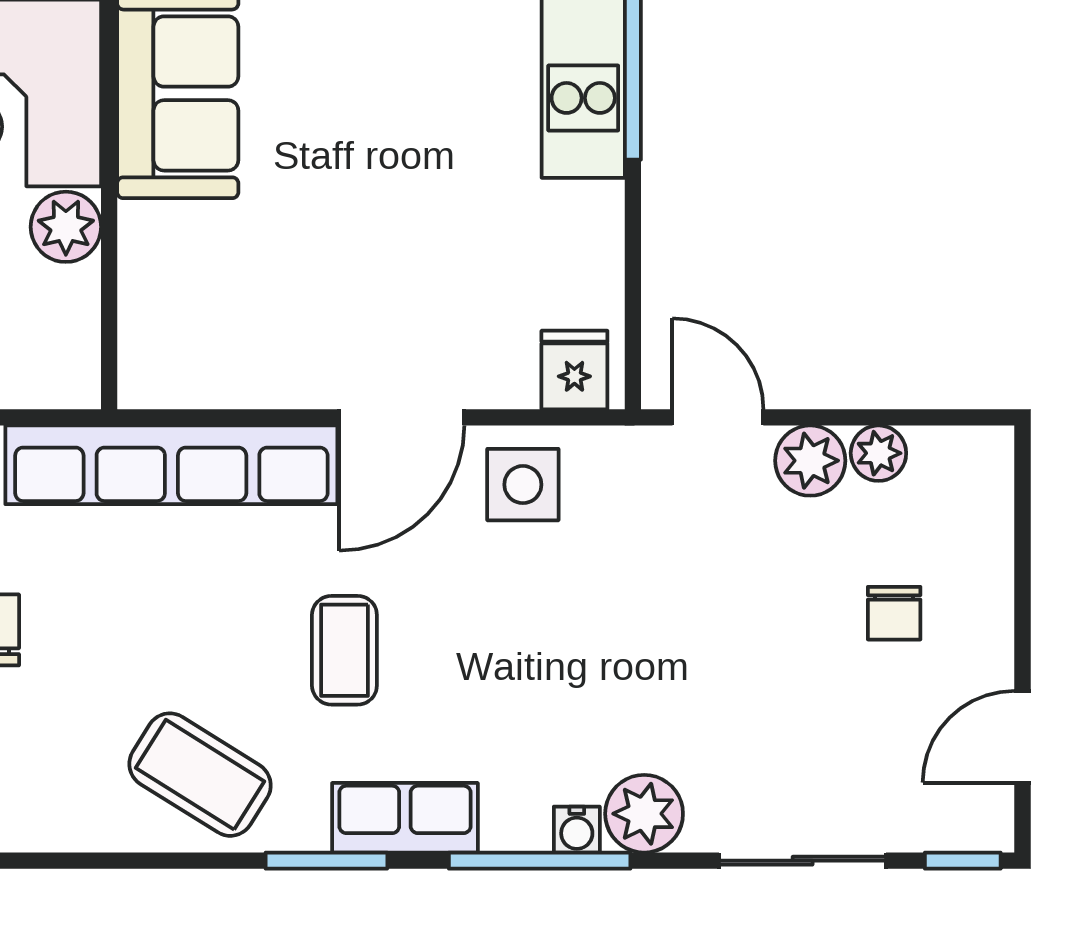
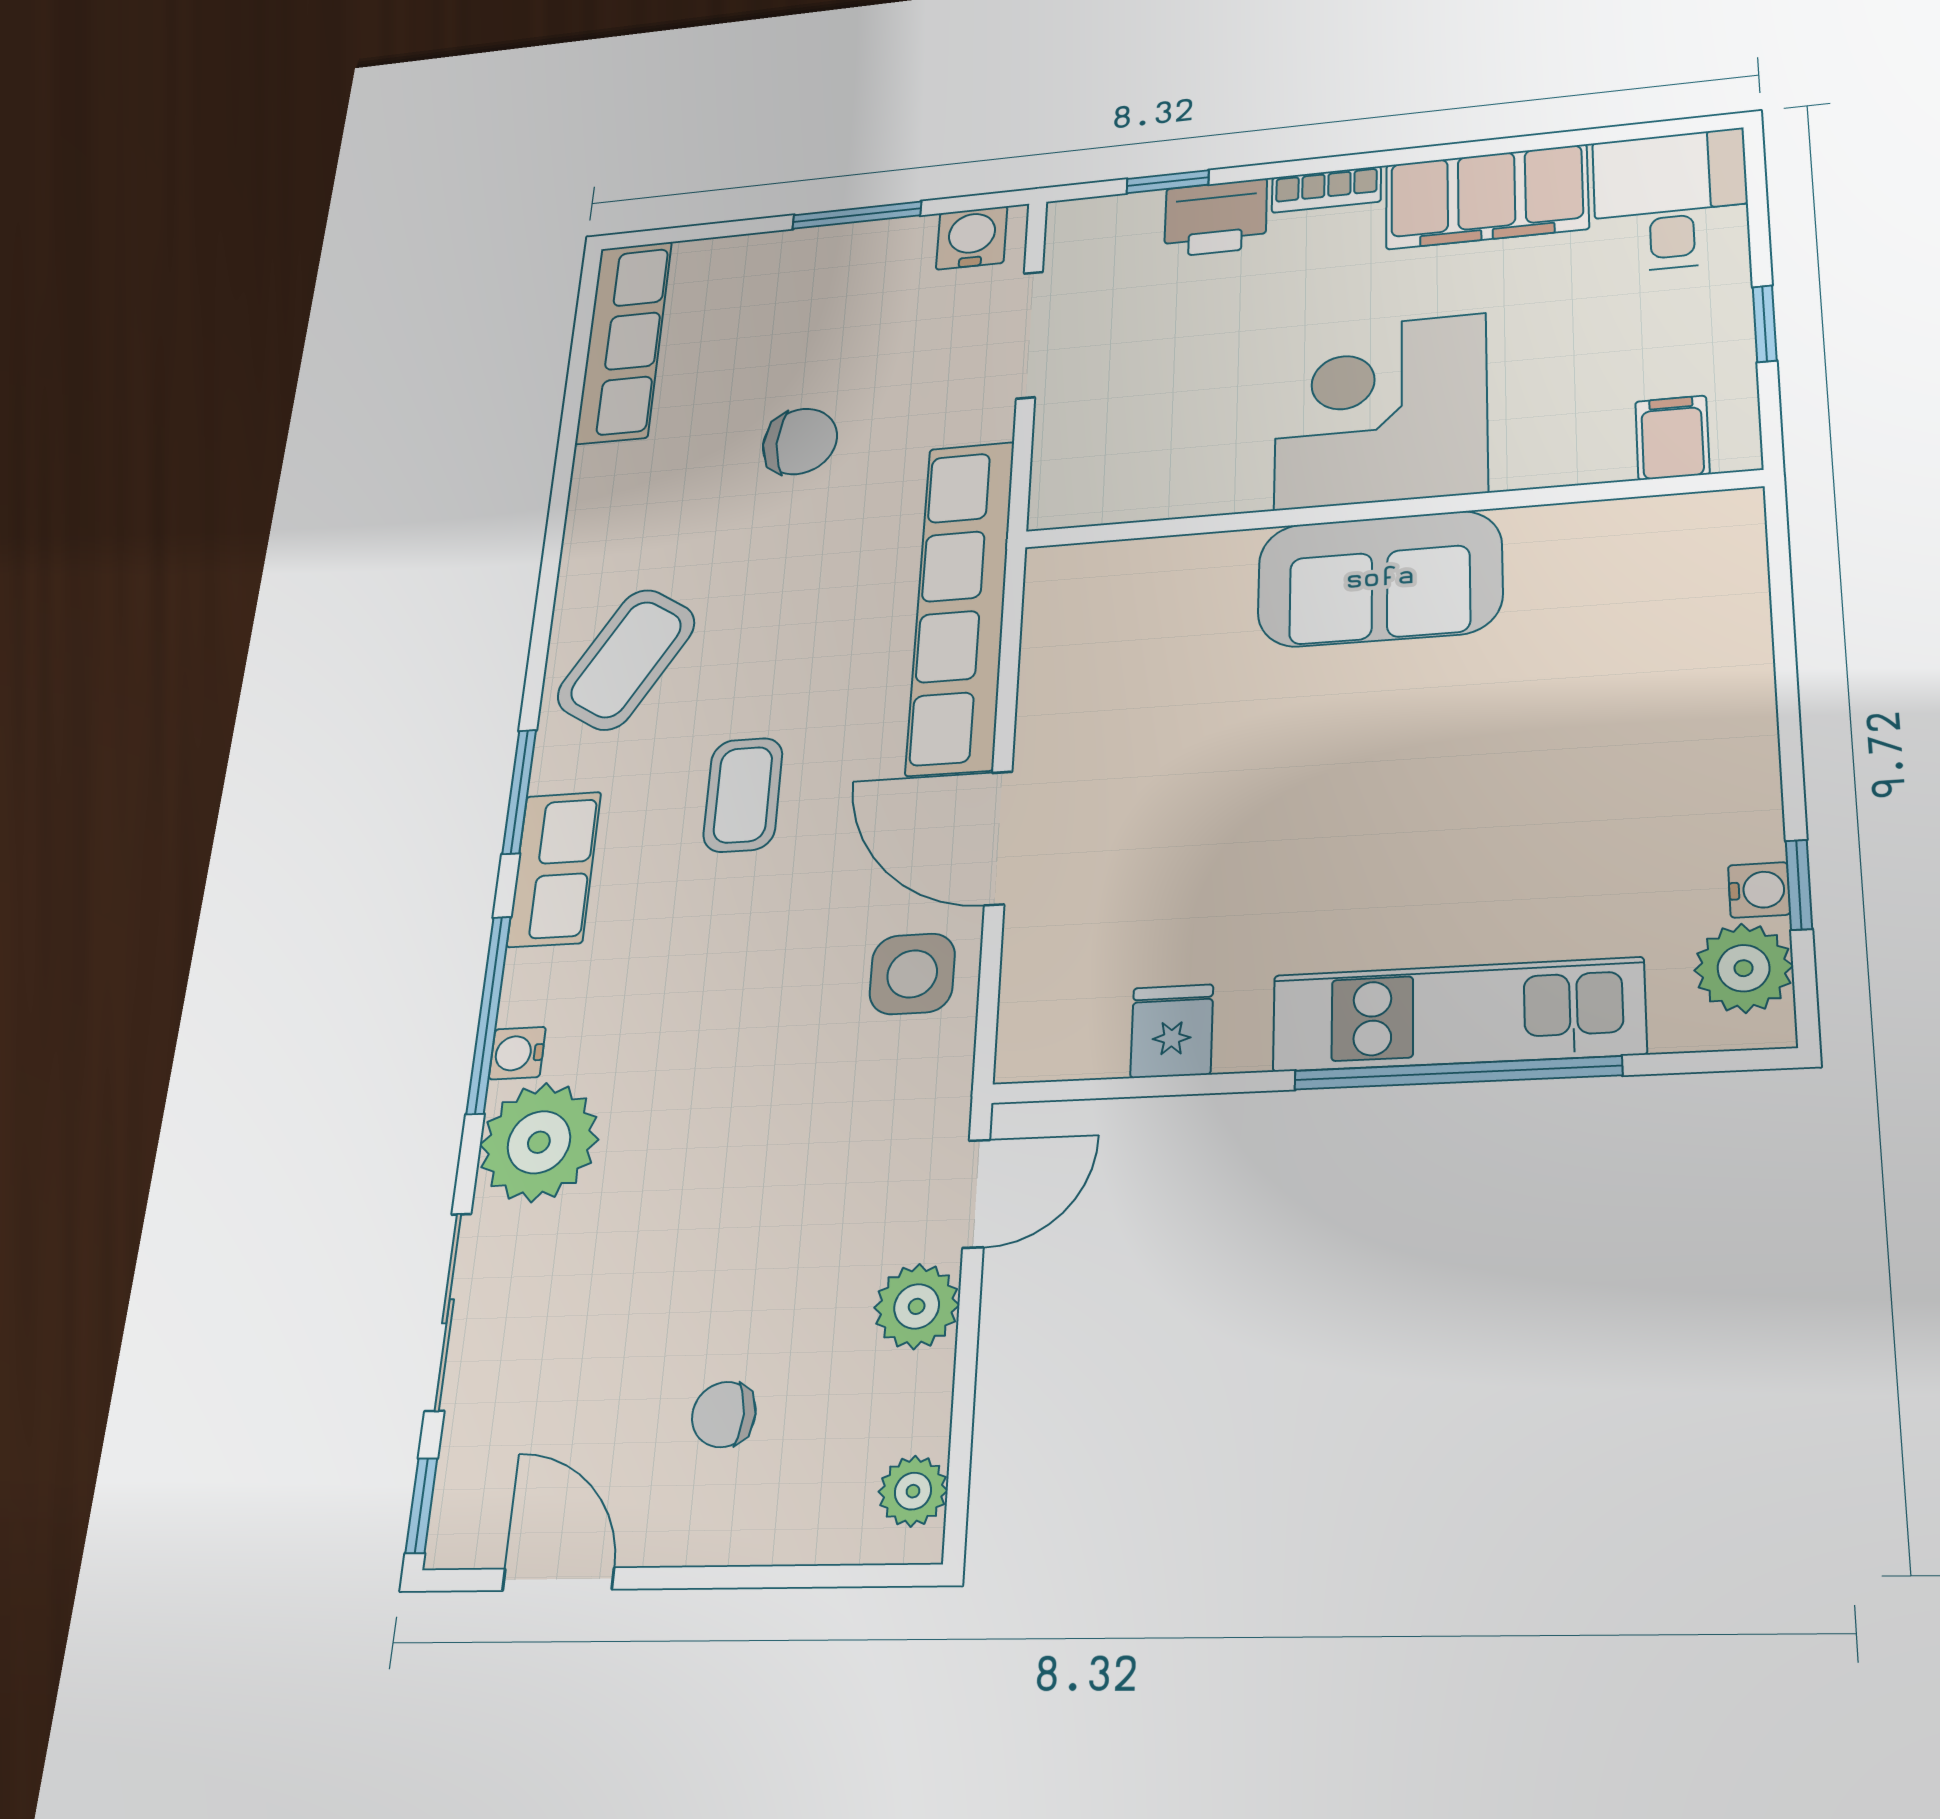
plant: (66, 227) -> (1229, 481), removed
fridge: (574, 370) -> (1172, 1031), moved, turned -90
plant: (878, 453) -> (913, 1491), moved
coffee table: (344, 650) -> (743, 795), turned 90
plant: (644, 814) -> (539, 1142), width x1.36, depth x1.36

